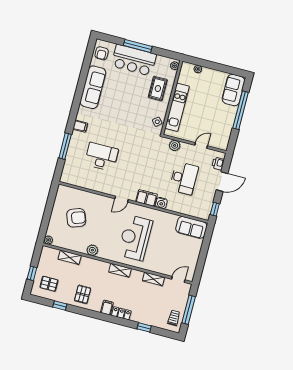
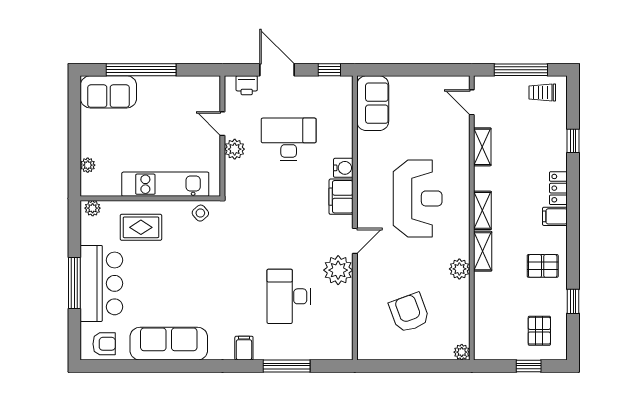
plant: (175, 145) -> (235, 149), moved
plant: (108, 186) -> (338, 270), added
door: (121, 199) -> (355, 241), hinge flipped
reception desk: (135, 238) -> (418, 198), turned -90
shelving: (70, 257) -> (483, 251), moved

